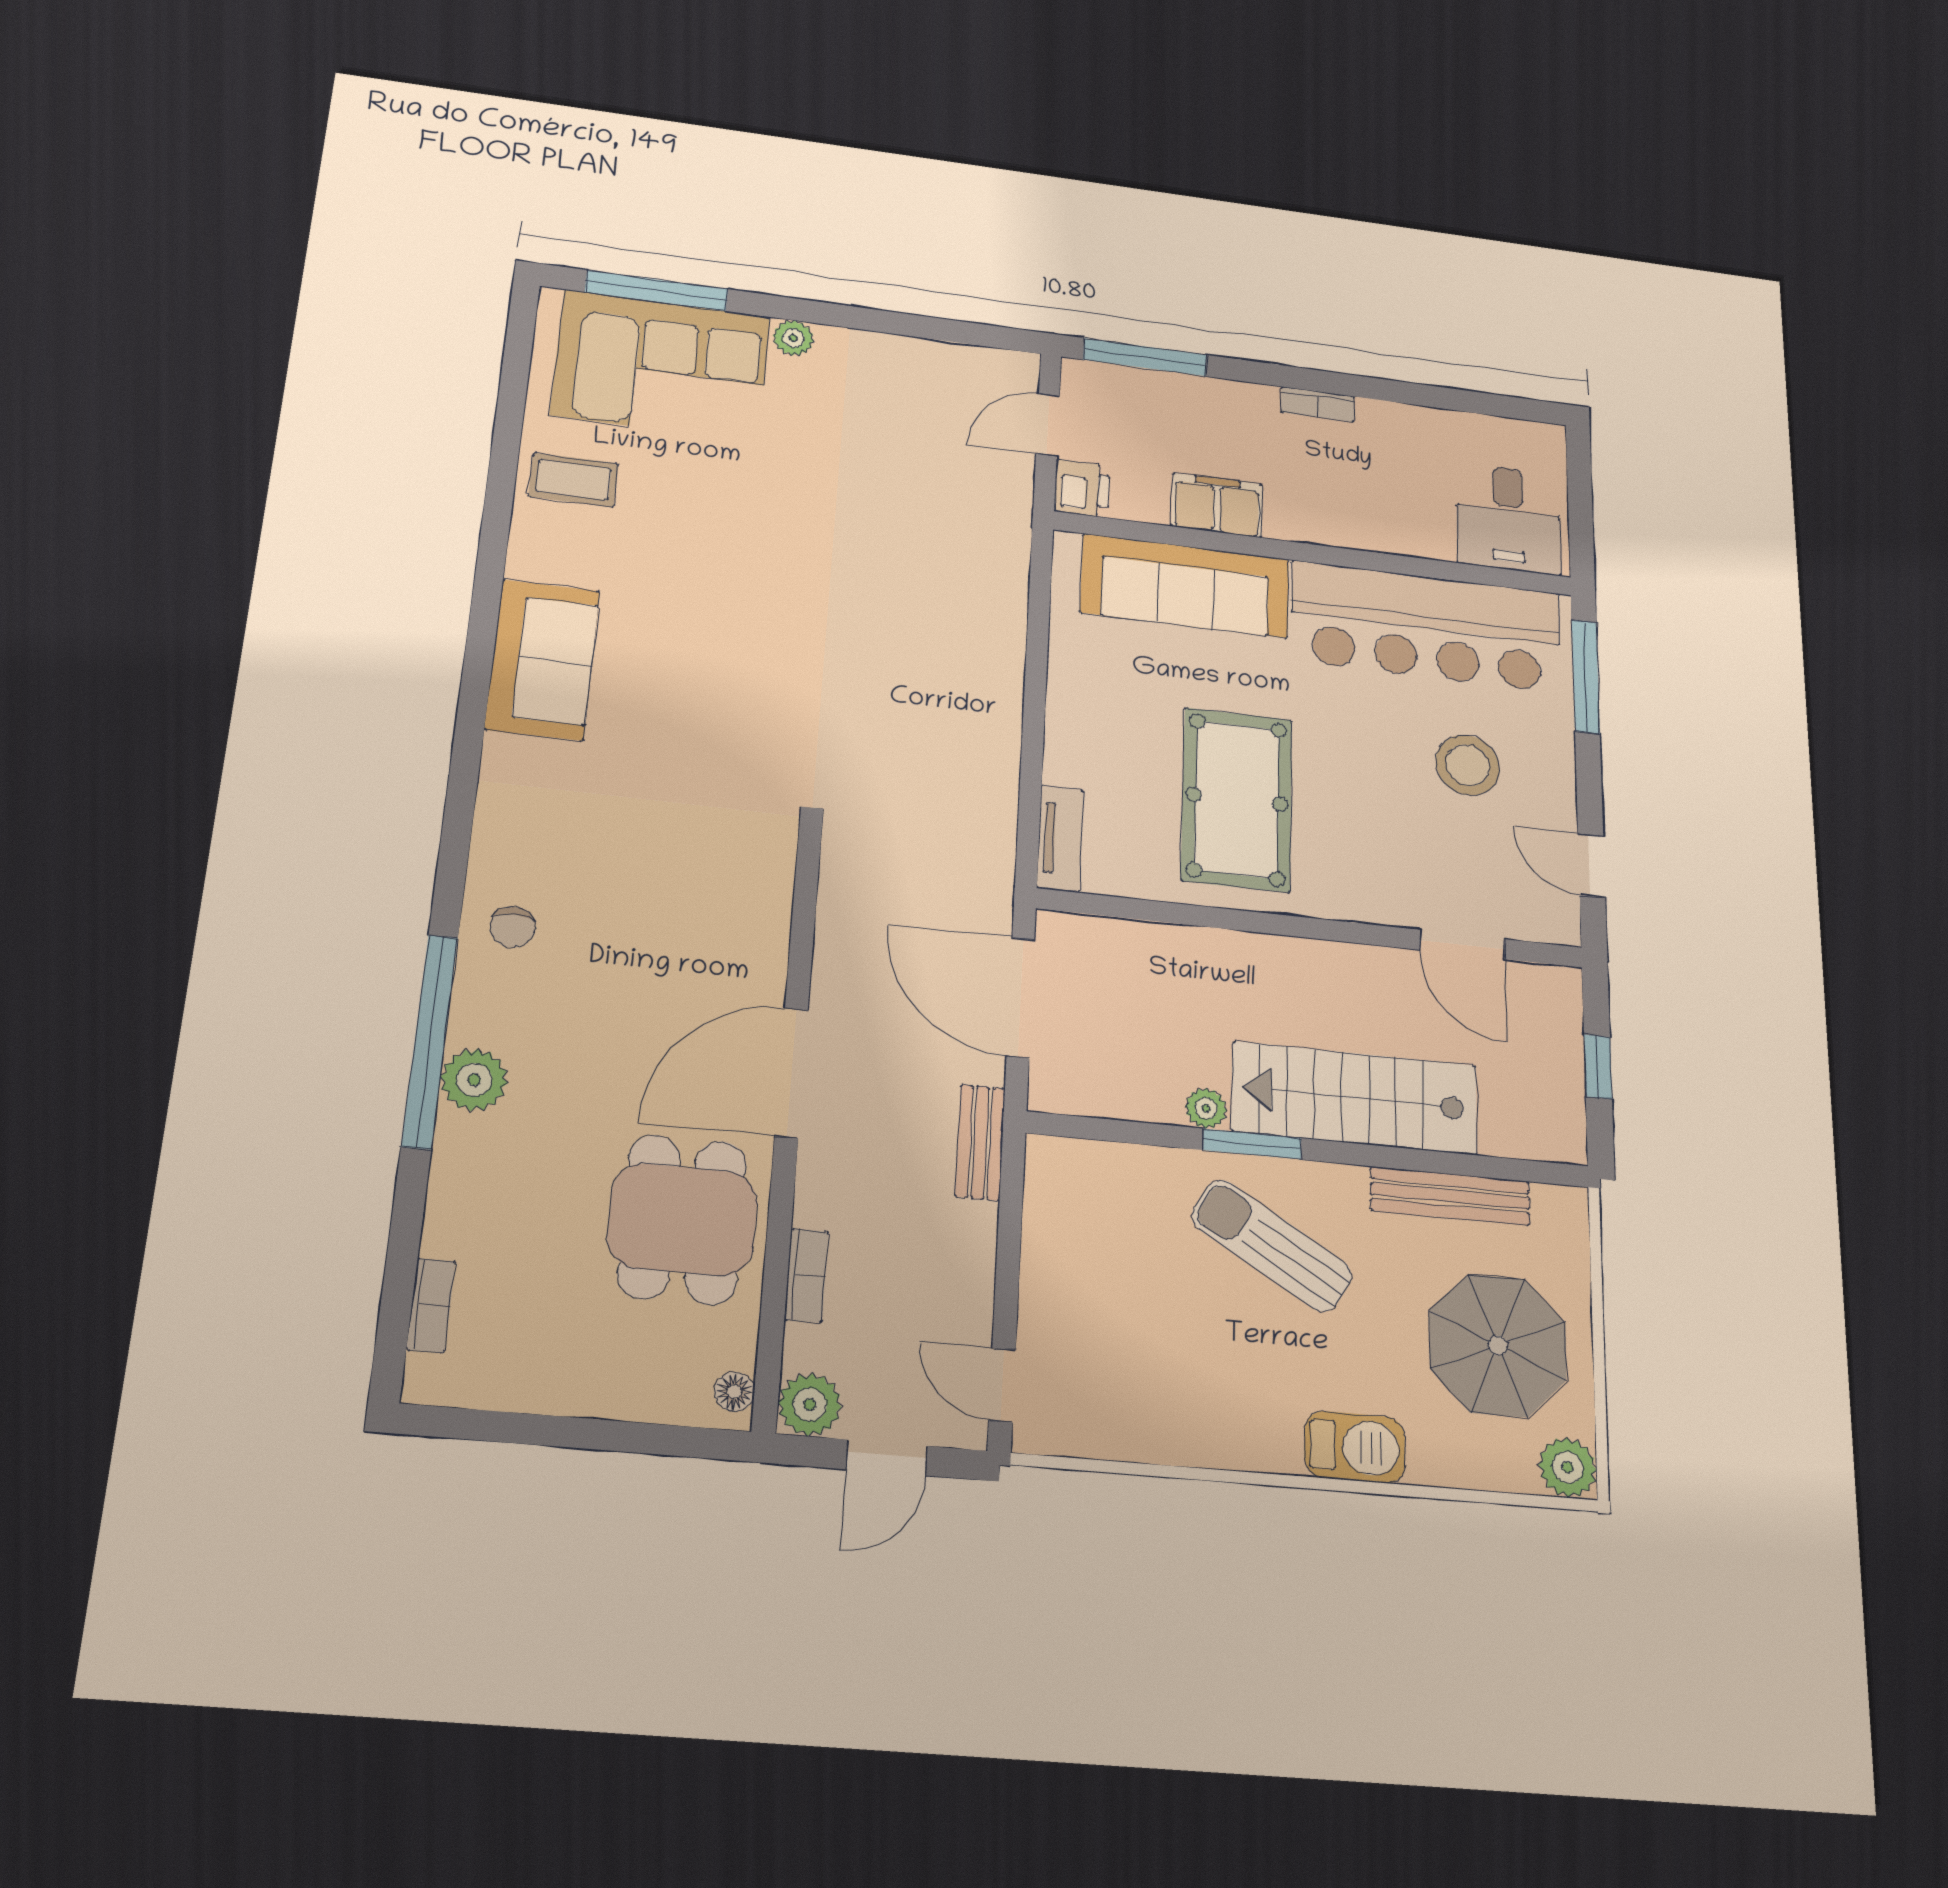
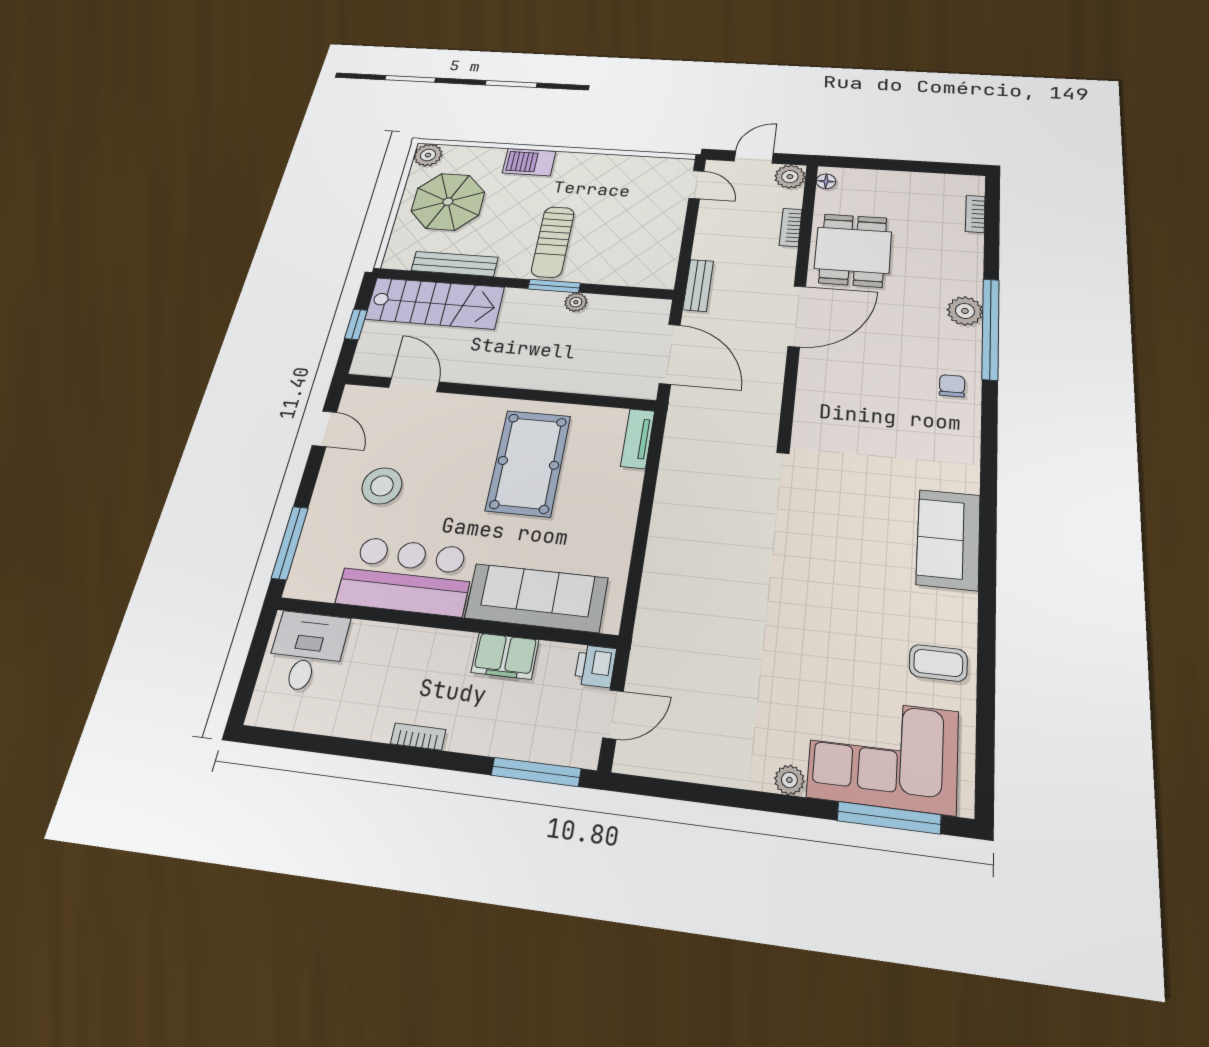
bar counter: (1427, 627) -> (406, 576), width x0.73
stairs: (1355, 1098) -> (435, 303), moved
sun lounger: (1272, 1245) -> (553, 242), turned 59

